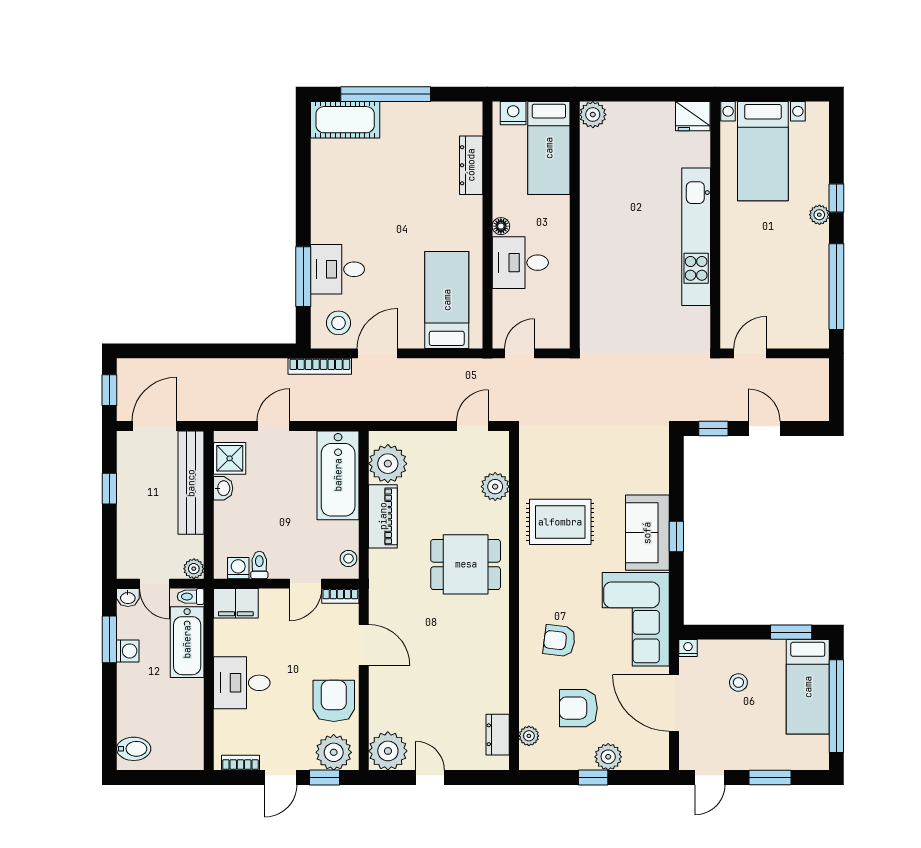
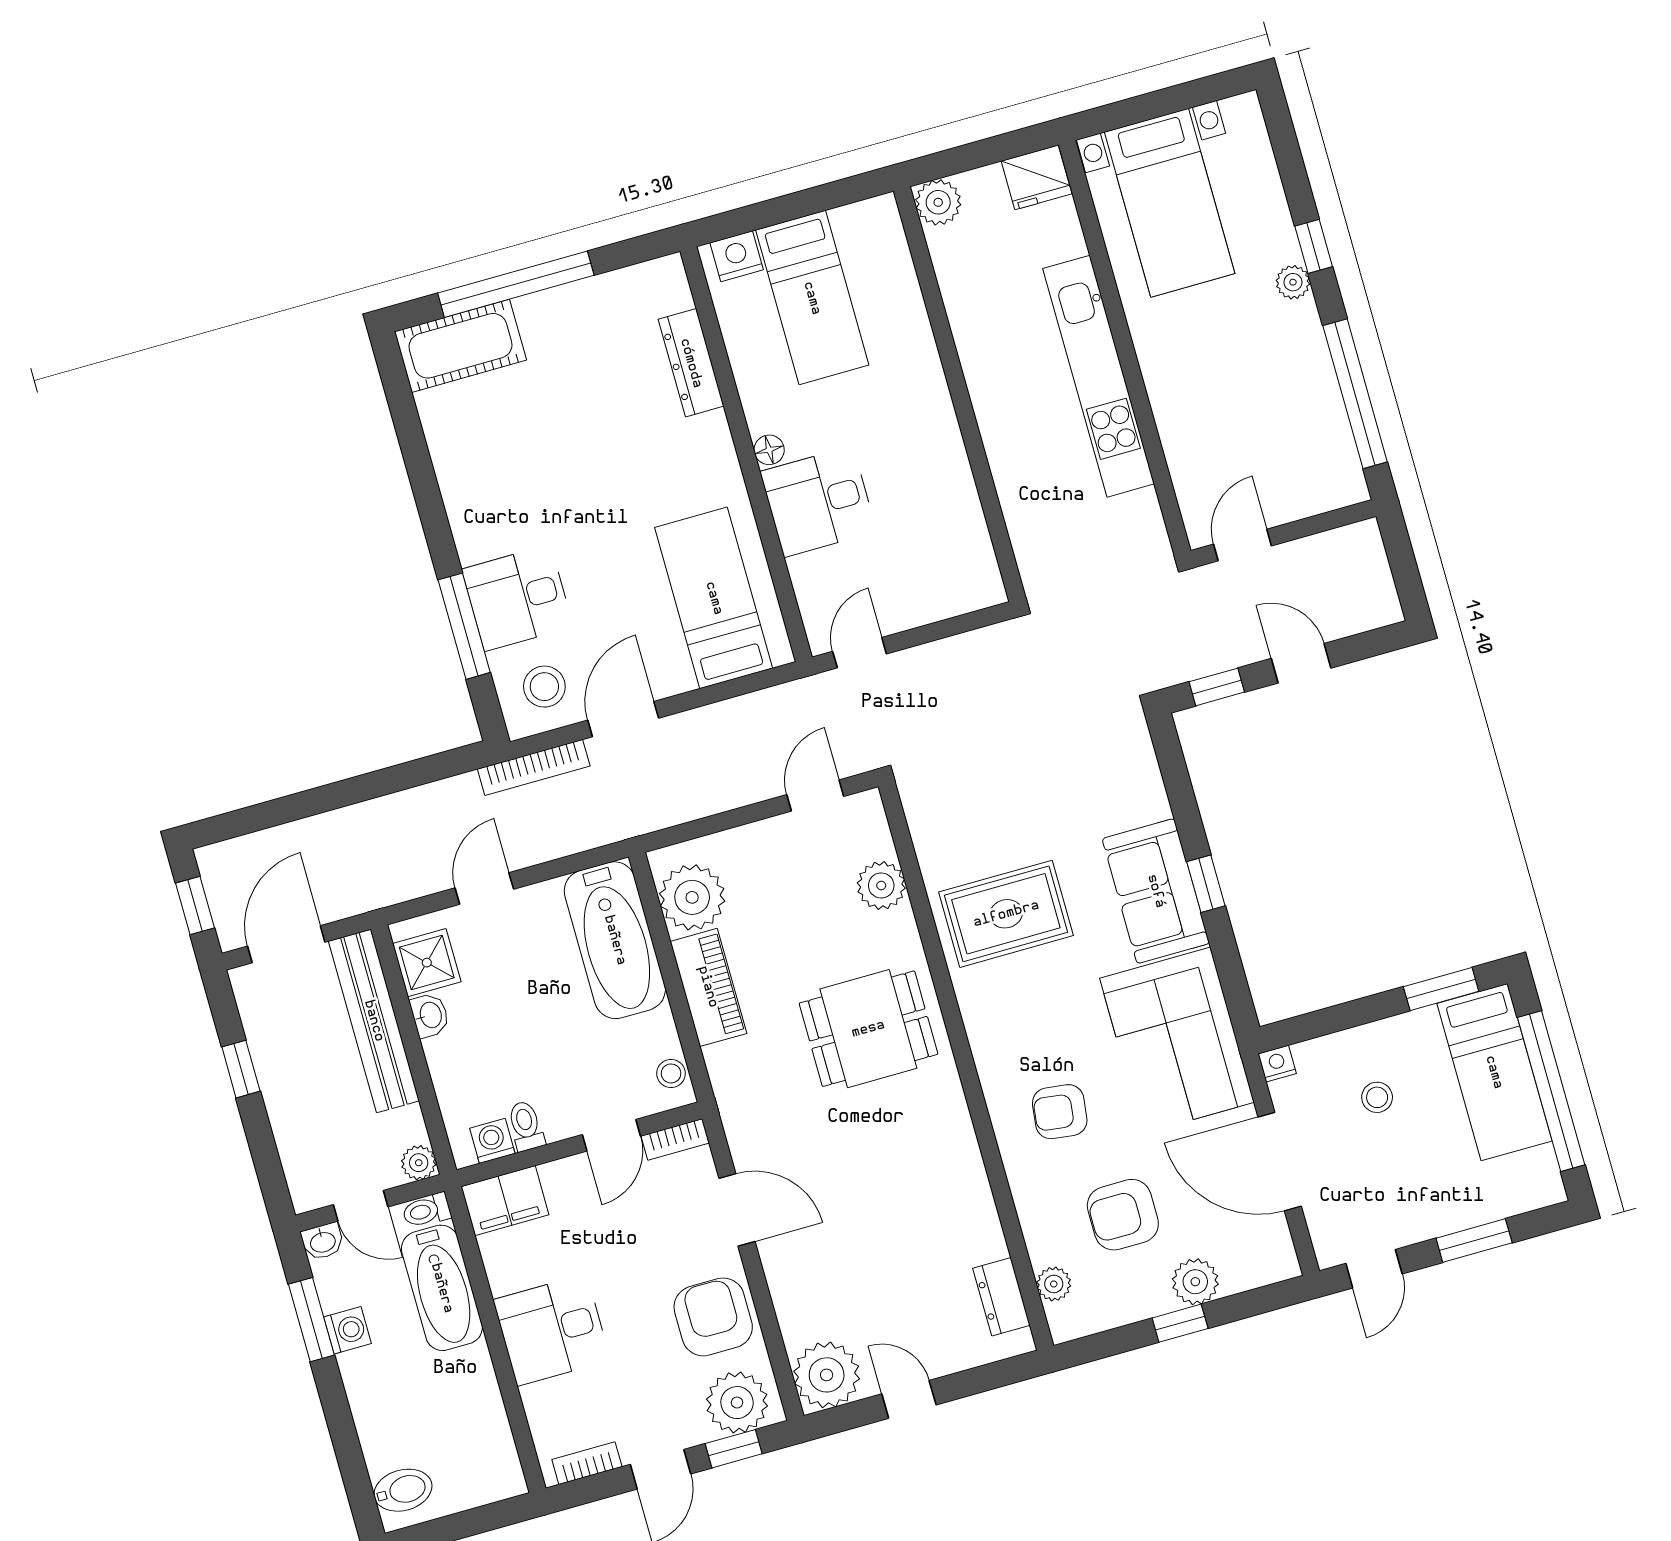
plant: (593, 115) -> (938, 202), moved
wall: (575, 225) -> (960, 394), moved

